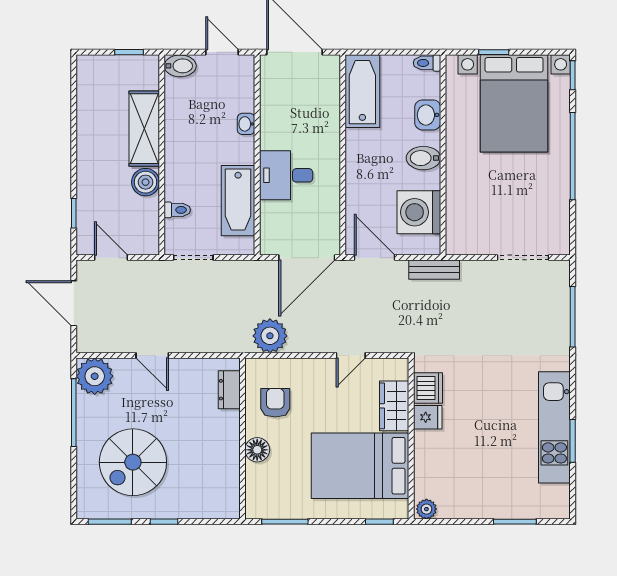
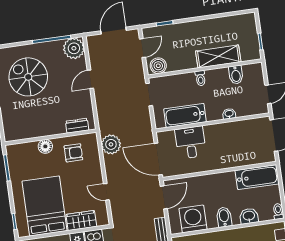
bidet: (180, 66) -> (236, 75), moved
desk: (286, 175) -> (191, 142), moved
boiler: (145, 182) -> (158, 66), moved
toilet: (177, 210) -> (200, 78), moved

